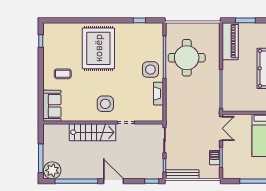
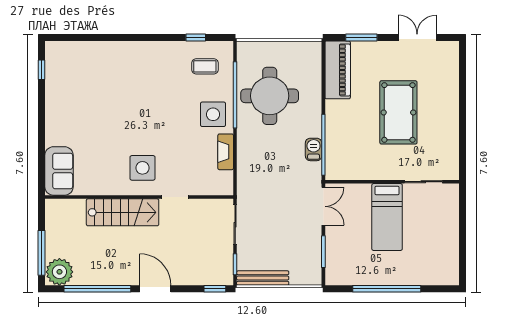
rug: (98, 48) -> (132, 81), removed
coffee table: (63, 74) -> (205, 66), moved
barbecue: (215, 158) -> (314, 149), moved

